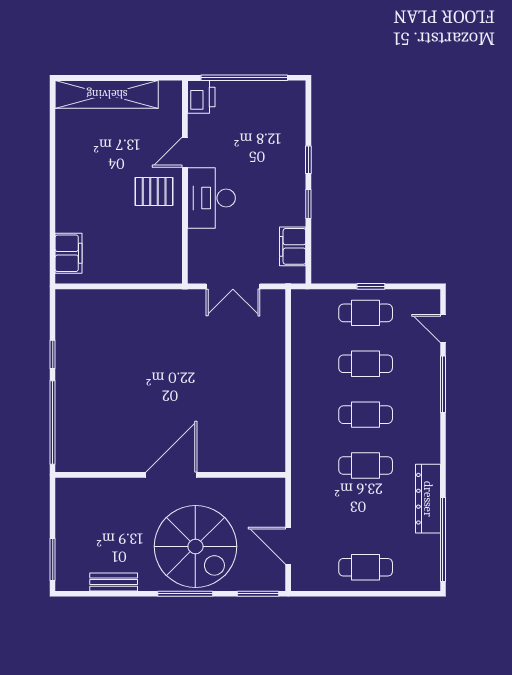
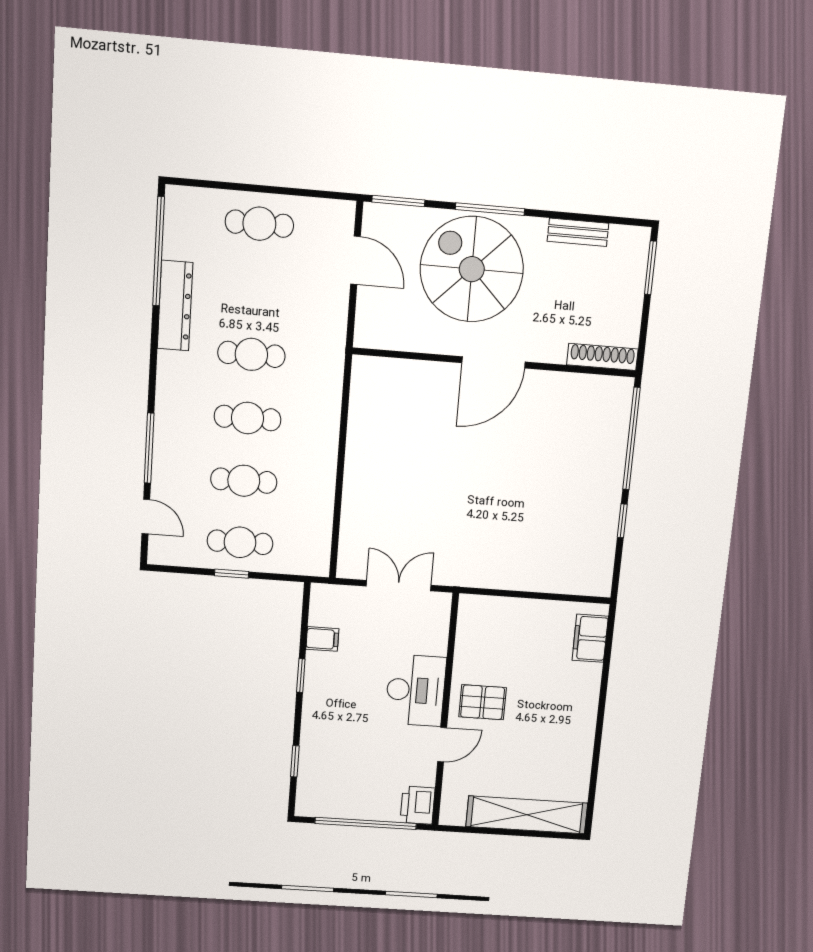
window: (308, 160) -> (295, 761), moved
filing cabinet: (293, 246) -> (322, 639), width x0.50
shoe rack: (84, 486) -> (602, 357), added

